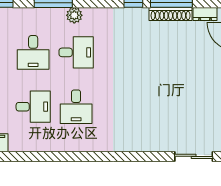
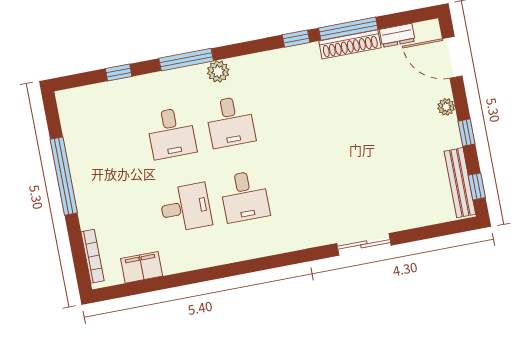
desk: (76, 52) -> (230, 122), turned 90
sliding door: (194, 156) -> (364, 244), moved

